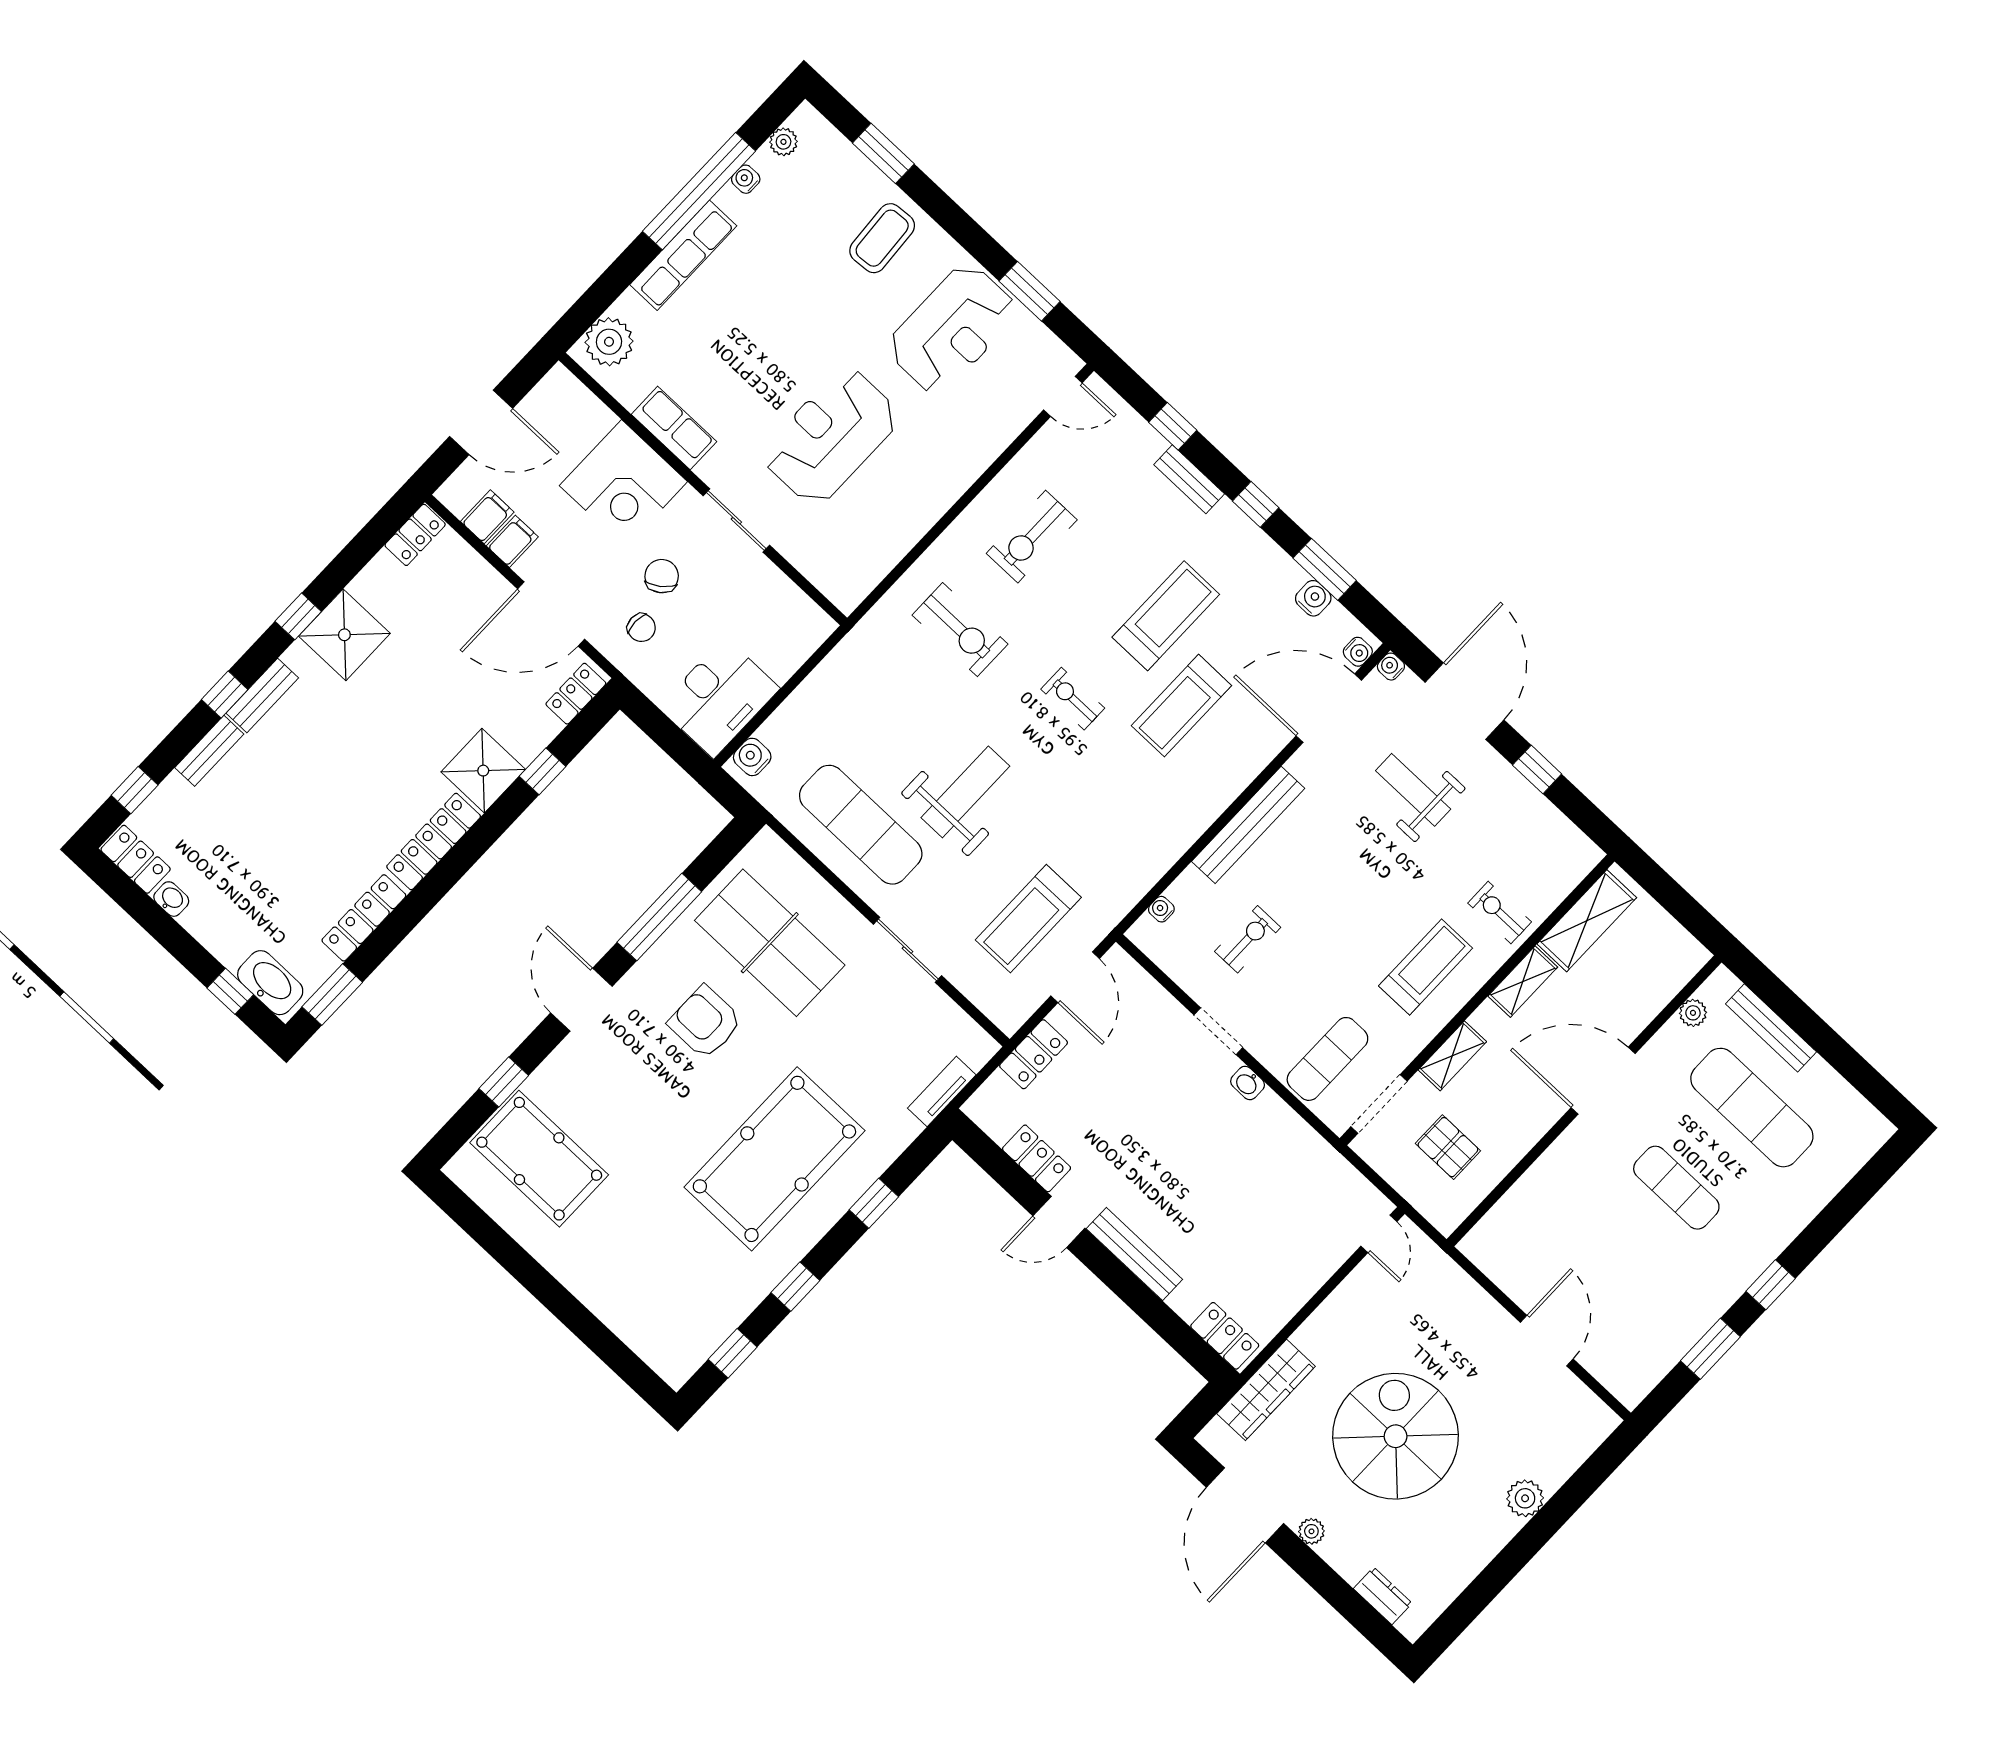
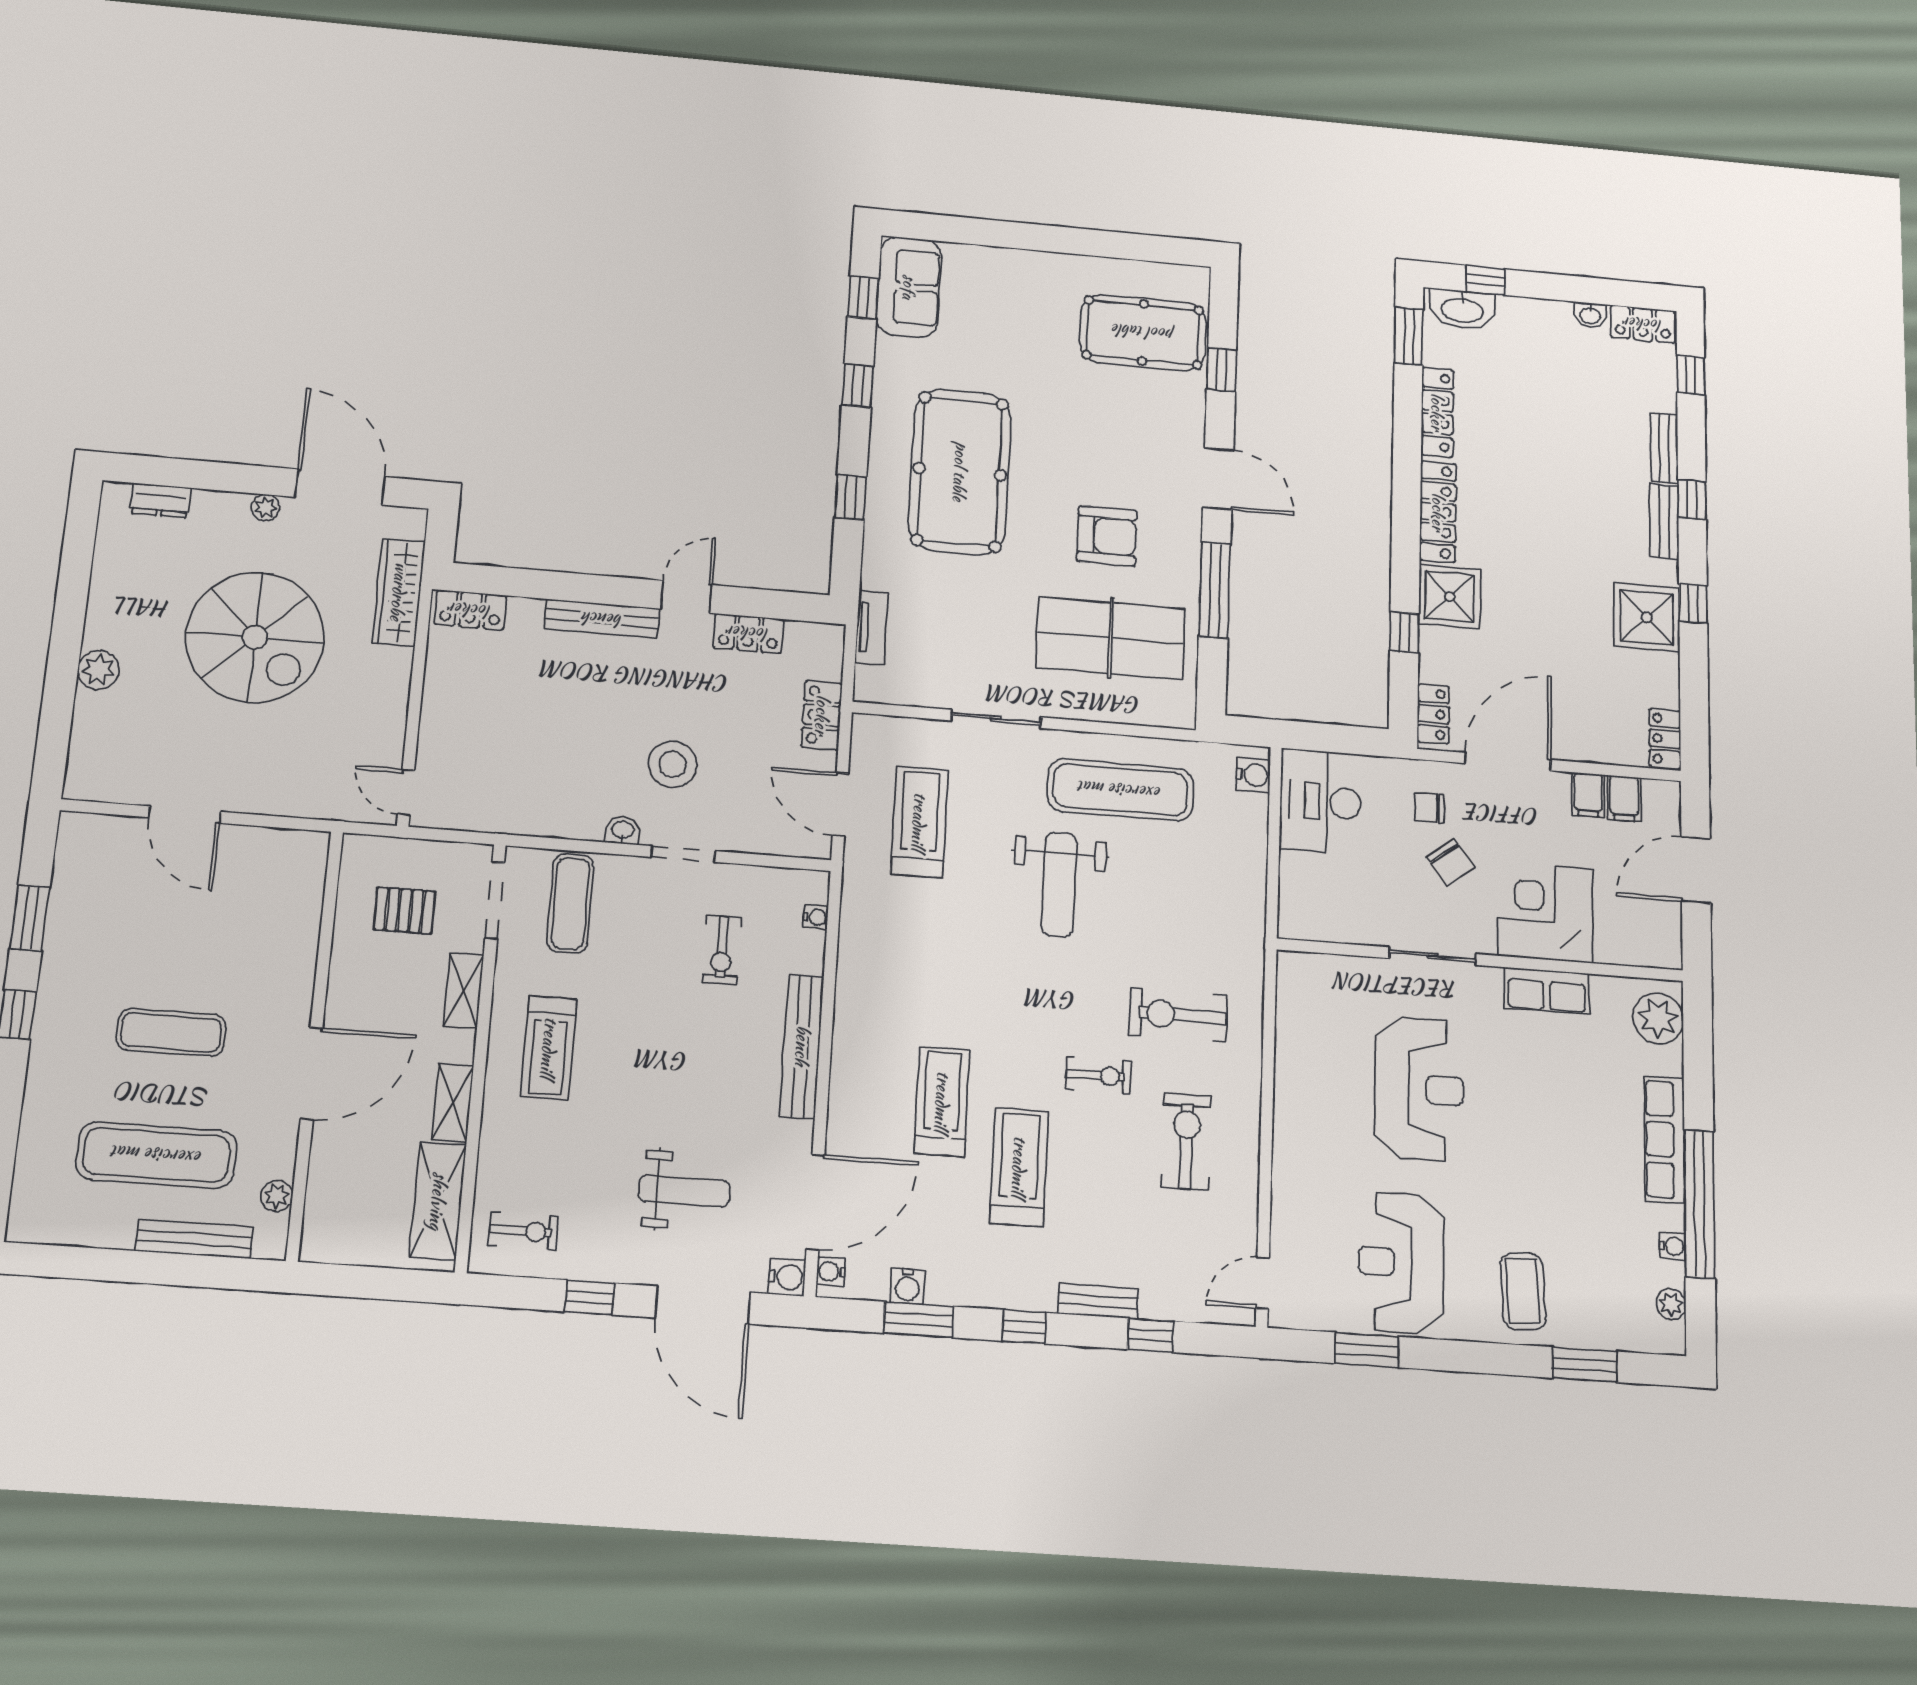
treadmill: (1166, 616) -> (1019, 1167), turned 180
water cooler: (1391, 667) -> (787, 1277), width x1.38, depth x1.38
exercise bike: (1073, 699) -> (1098, 1075), moved
exercise bike: (1500, 913) -> (524, 1231), moved
stool: (1172, 1103) -> (673, 764), added
sofa: (690, 1335) -> (909, 287), added

